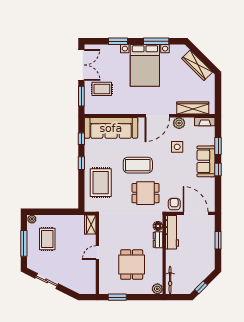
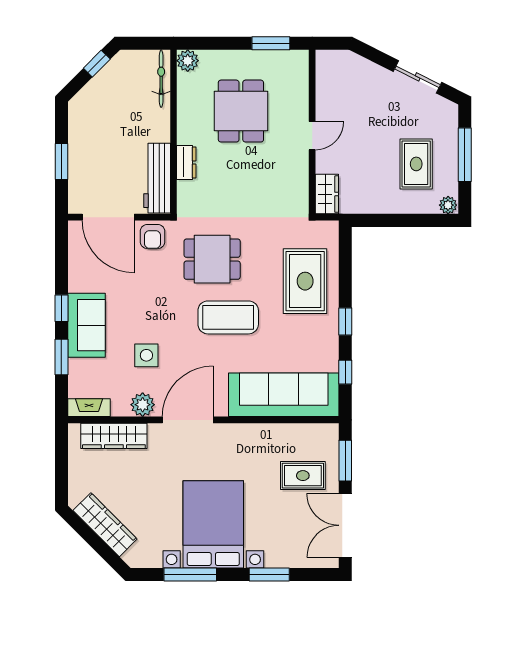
floor lamp: (158, 226) -> (186, 191), removed

